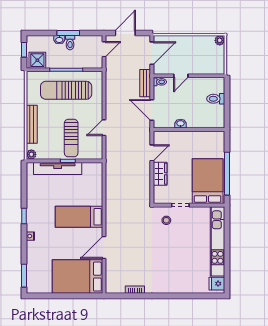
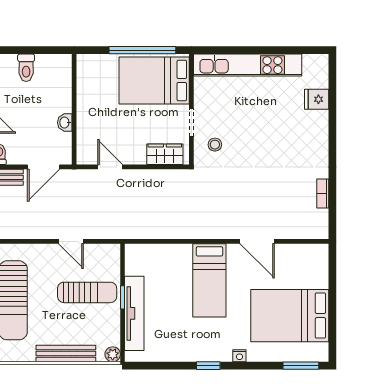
wardrobe: (160, 174) -> (165, 154), moved
bed: (78, 277) -> (290, 316), moved, turned 90
fridge: (217, 284) -> (317, 99), moved, turned 90

